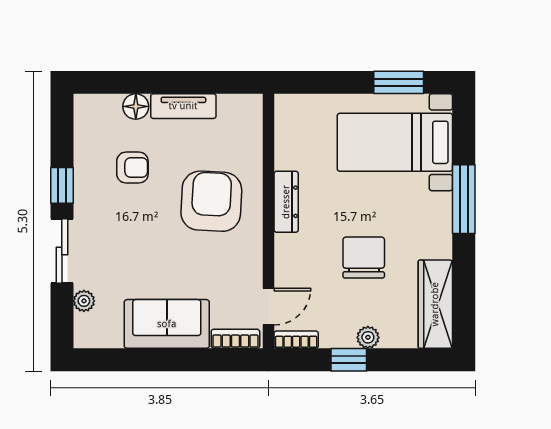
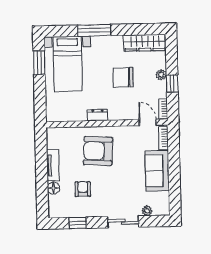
window: (62, 185) -> (78, 223), moved
dresser: (286, 202) -> (97, 115), width x0.70

